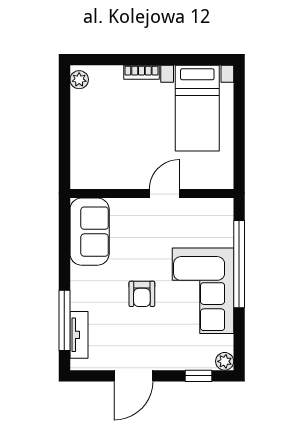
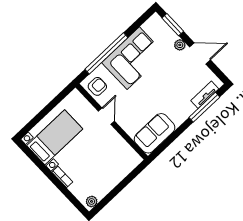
door: (164, 193) -> (106, 116), swing flipped
armchair: (142, 294) -> (97, 86), moved
plant: (225, 361) -> (180, 45), moved
window: (199, 376) -> (173, 25), width x1.50

